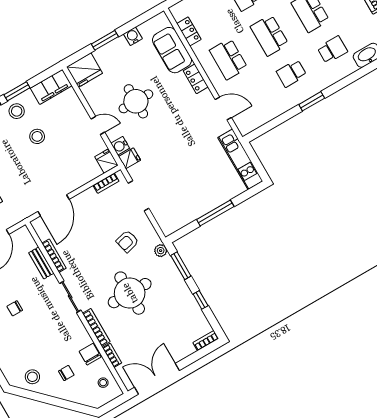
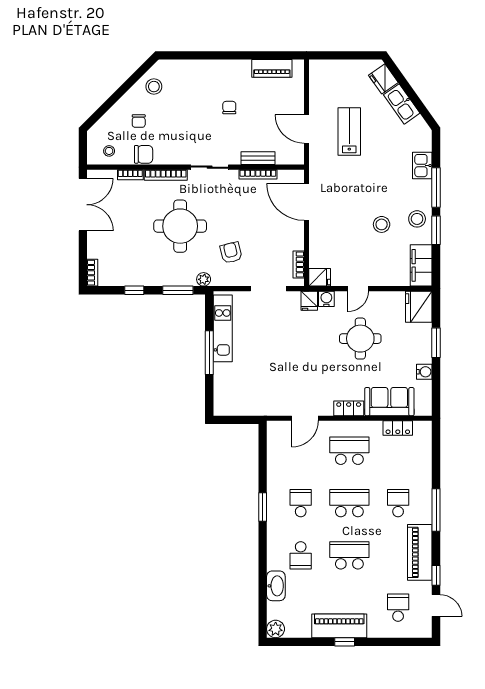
kitchen unit: (240, 159) -> (223, 328), moved, turned 90

